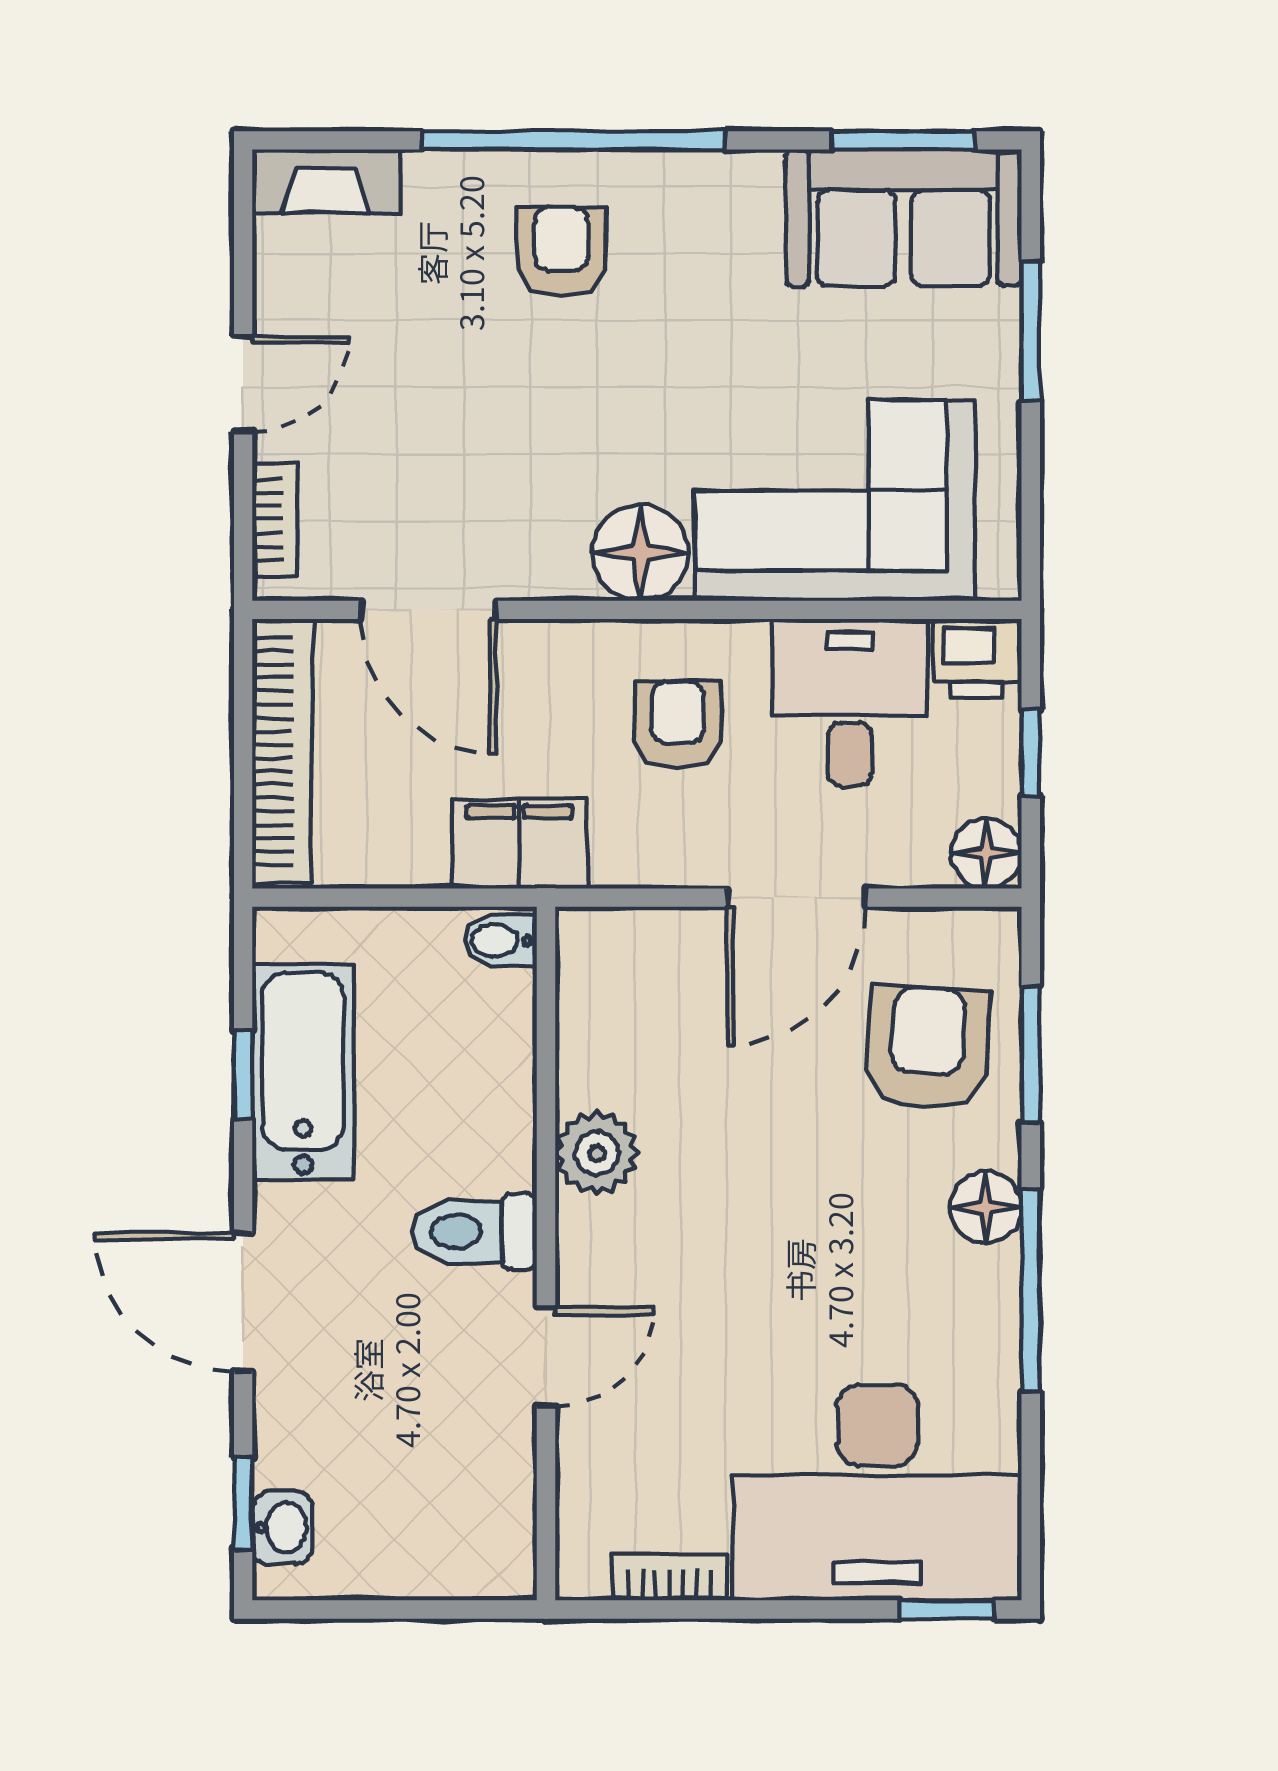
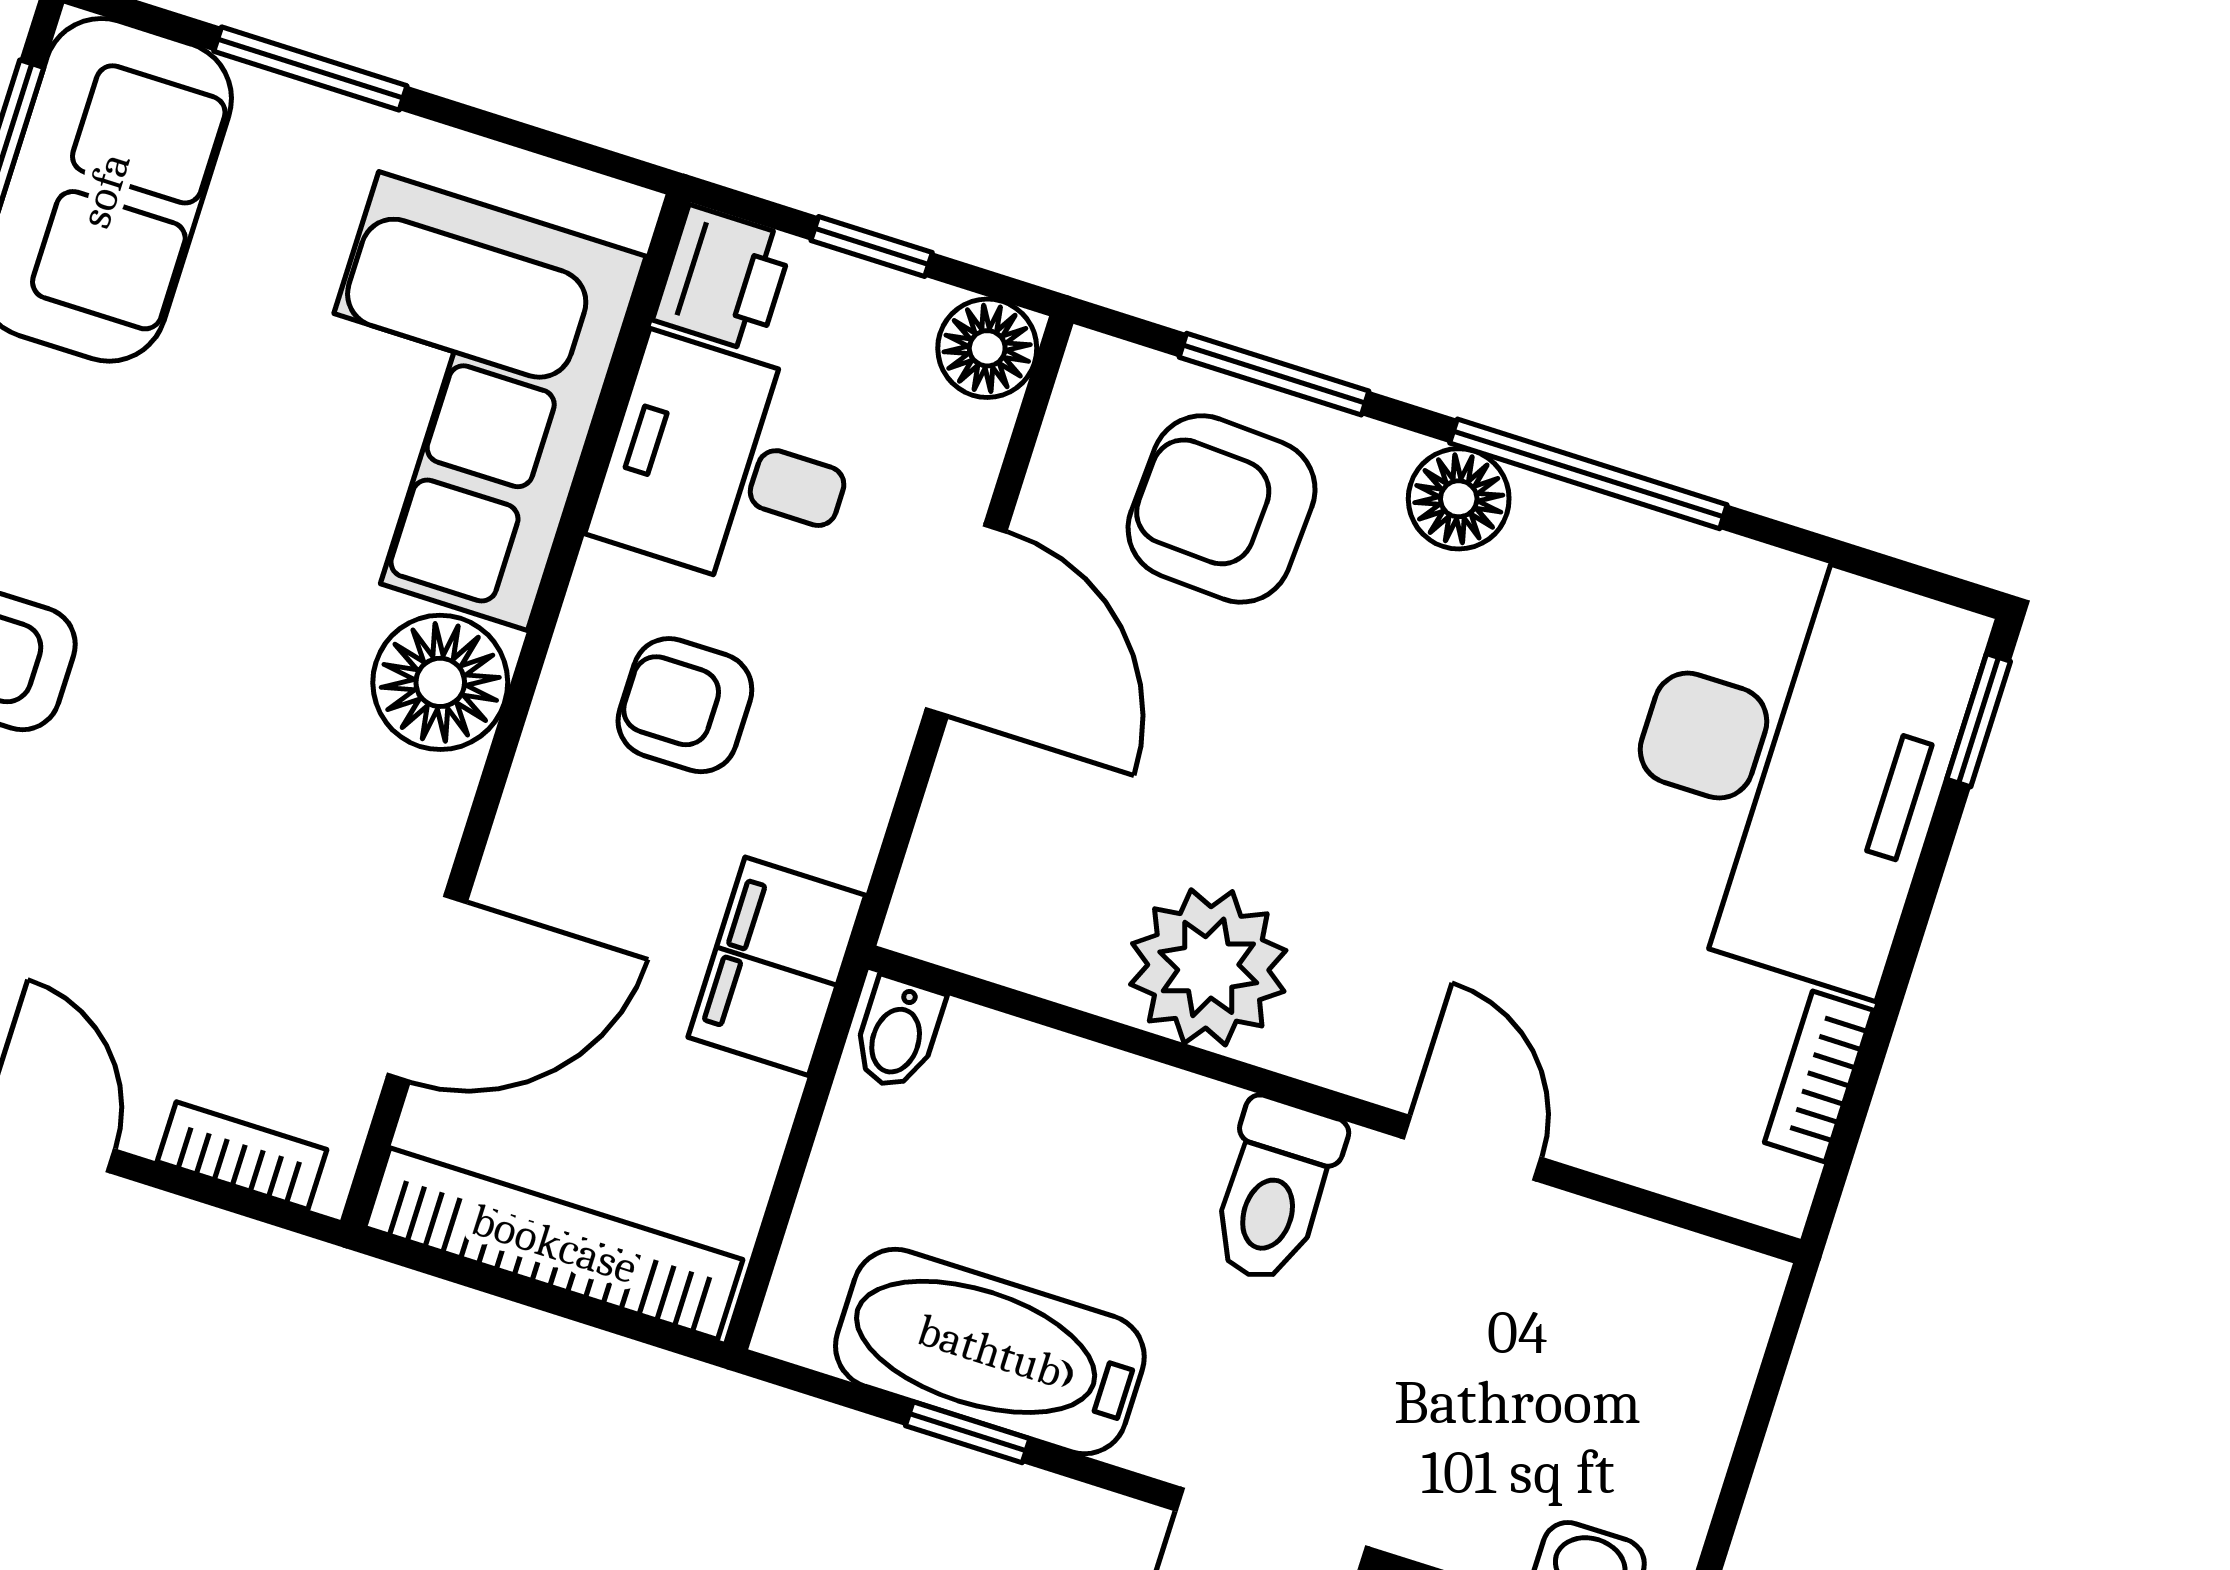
plant: (597, 1153) -> (1208, 967), width x1.36, depth x1.36

